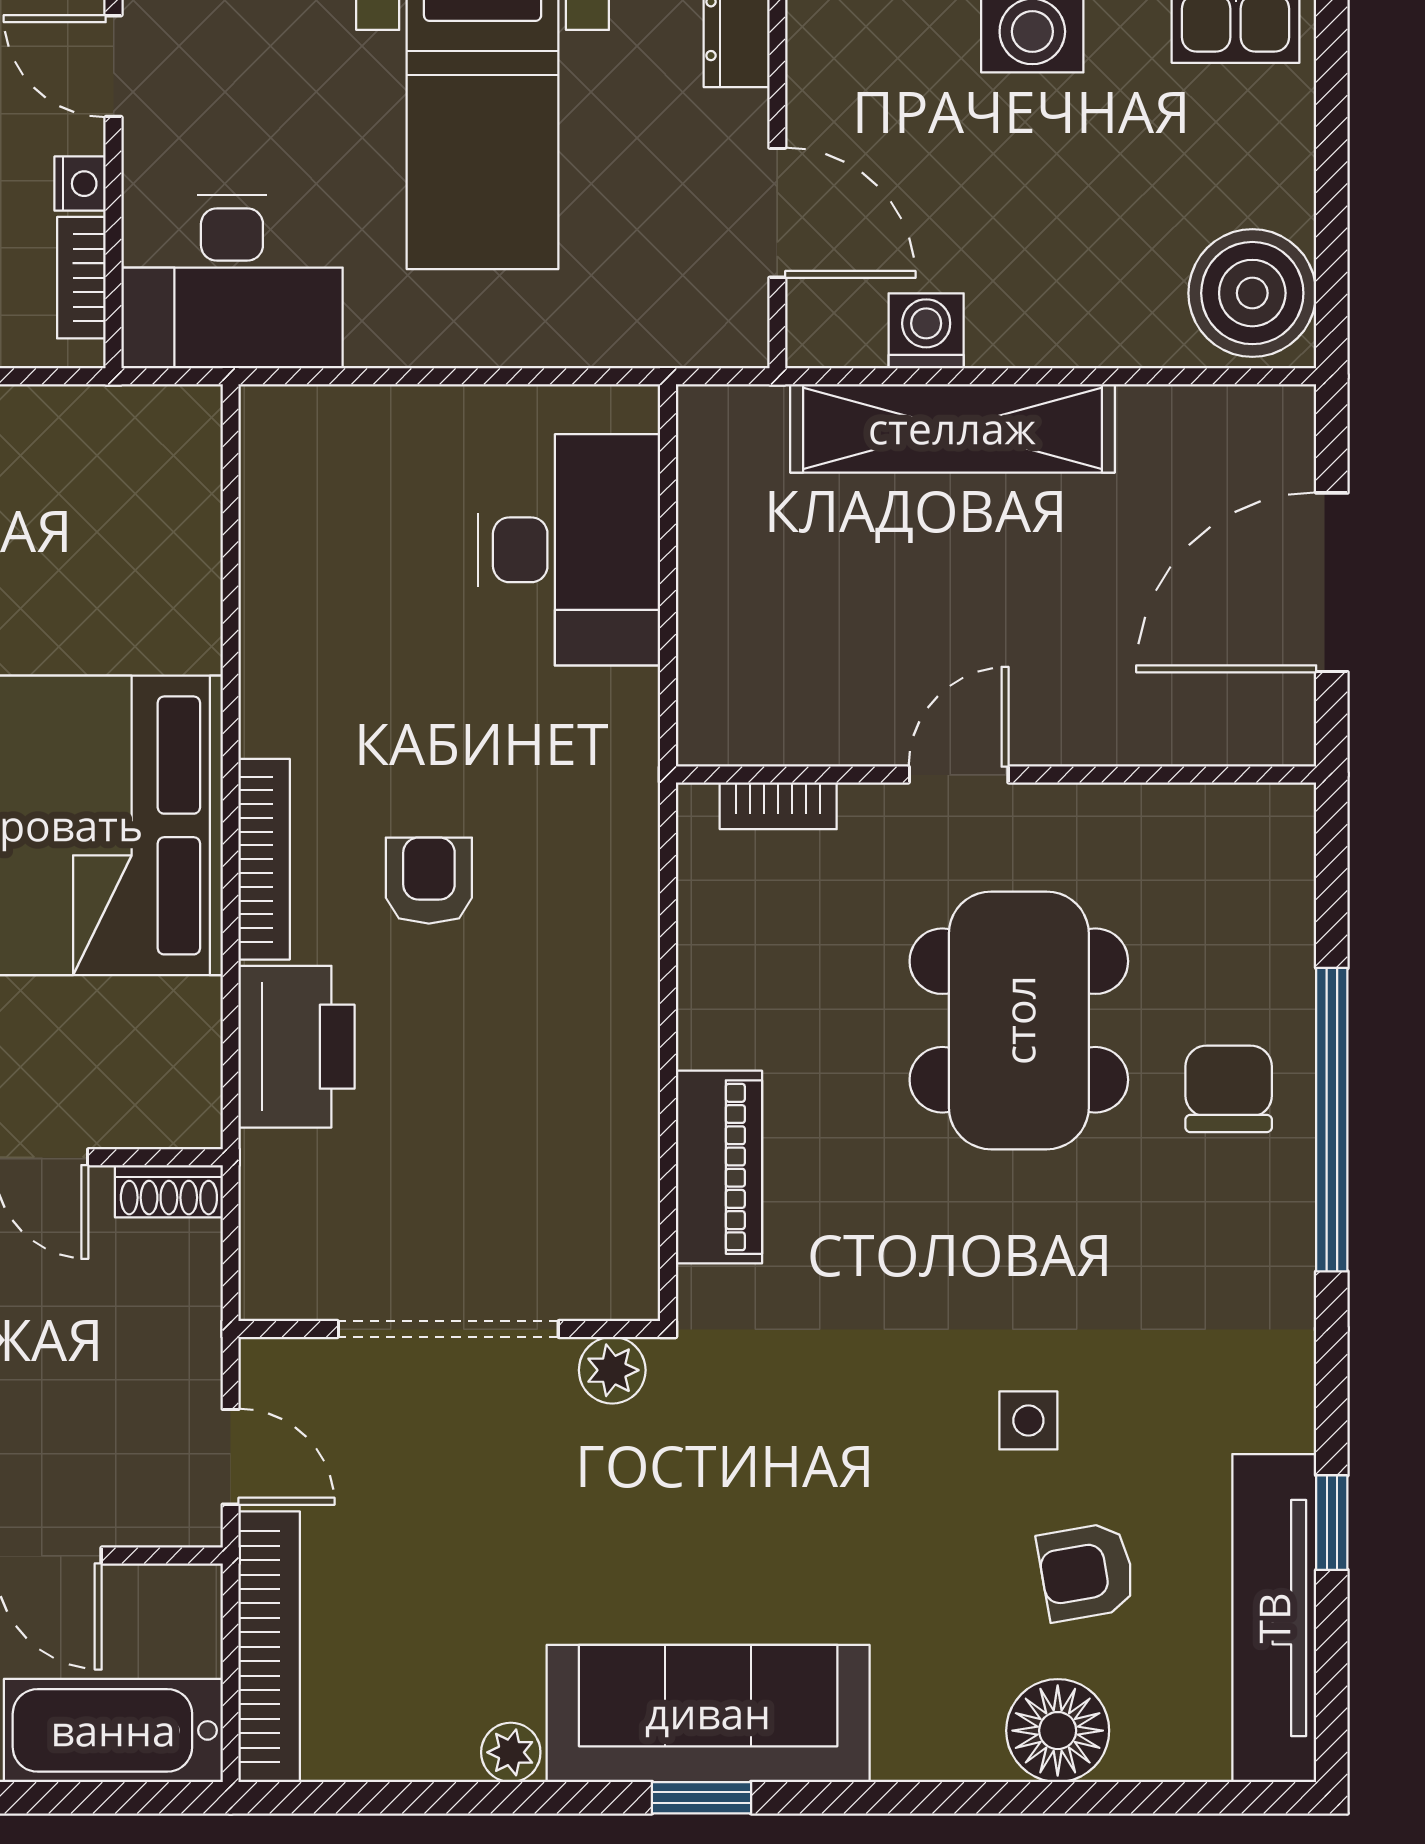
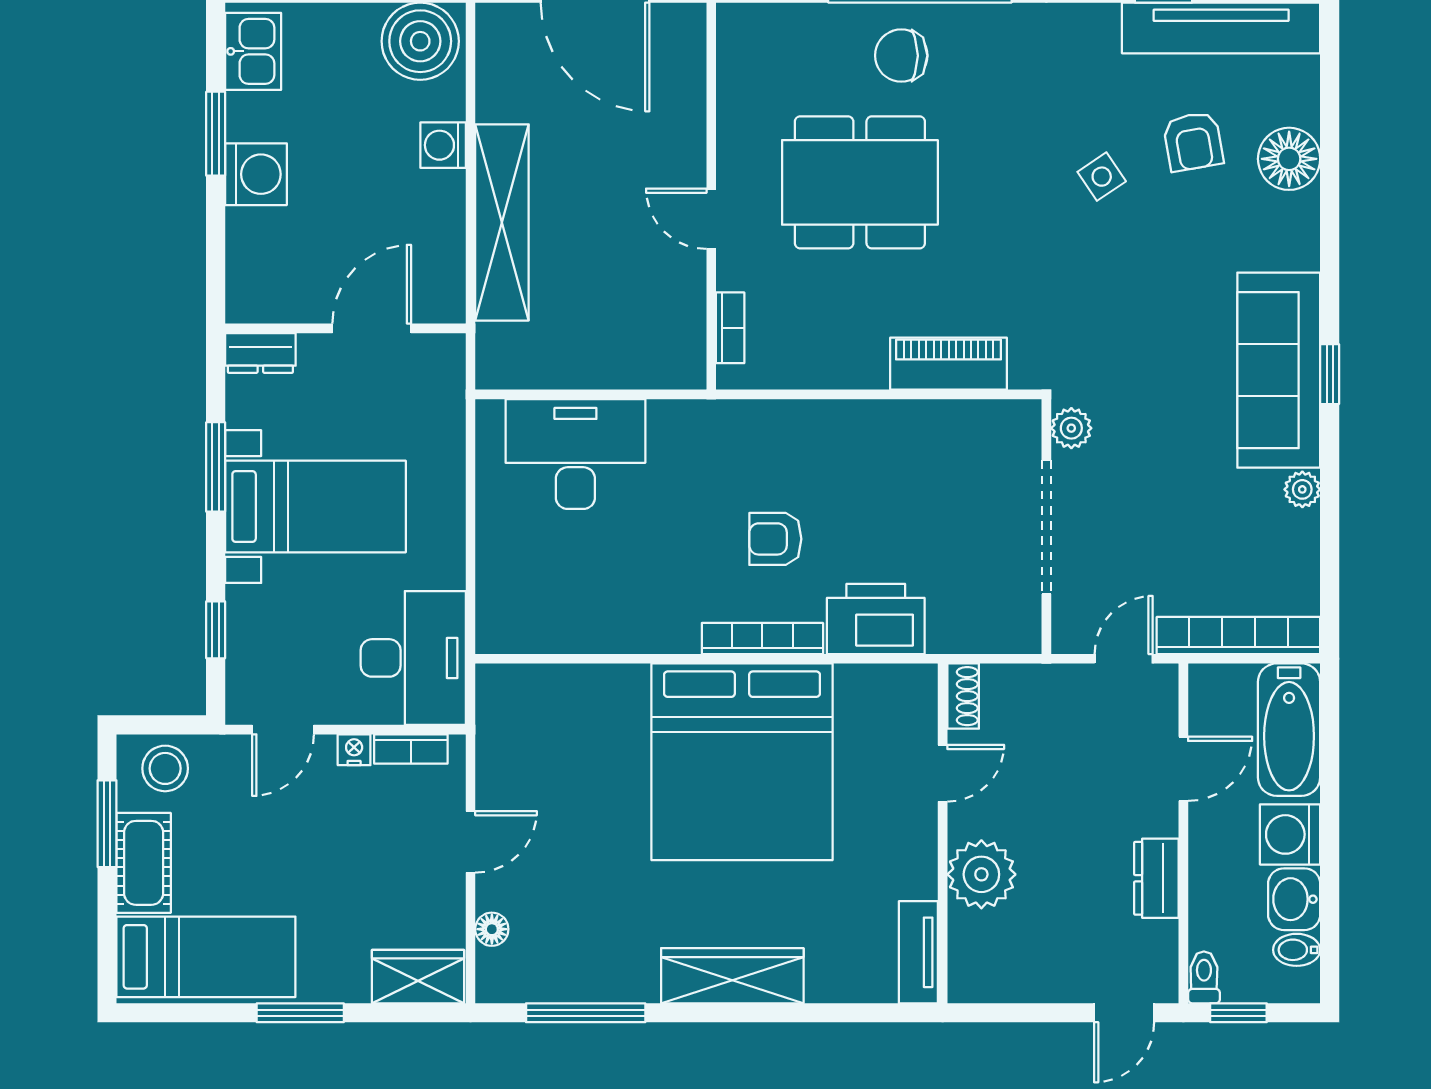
washing machine: (926, 331) -> (443, 145), moved
side table: (1028, 1420) -> (1102, 177), turned -34

